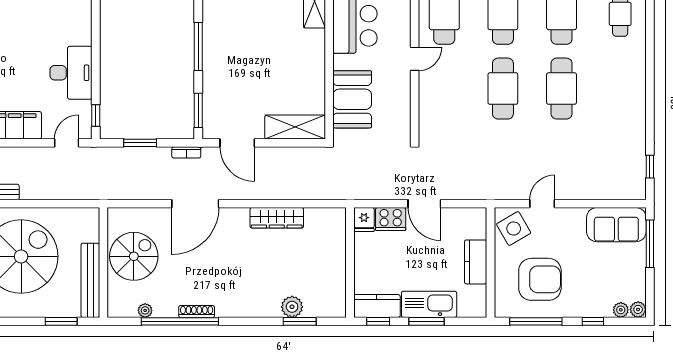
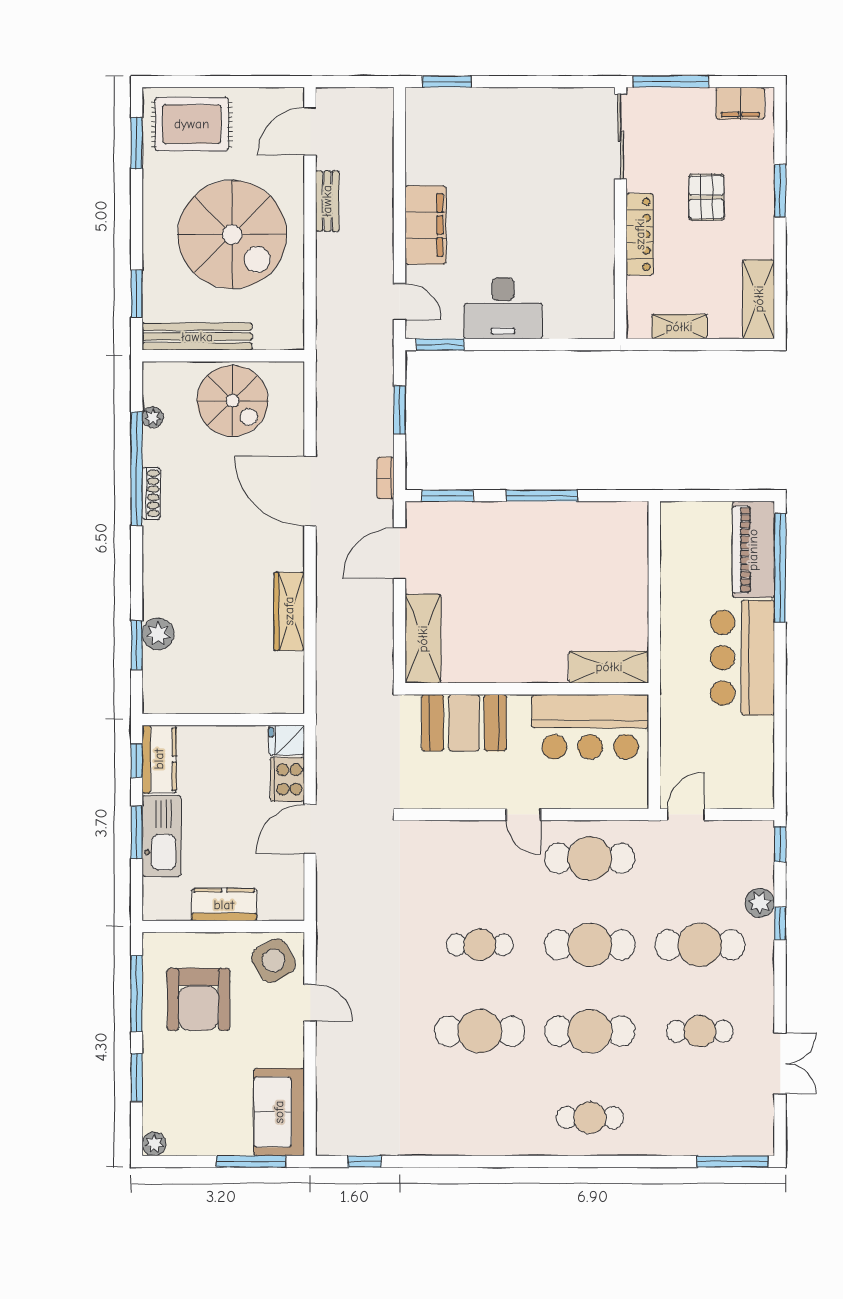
cafe table: (503, 89) -> (480, 945), width x0.73, depth x0.74
window: (96, 115) -> (440, 345), width x1.50
plant: (621, 310) -> (154, 1119), removed
window: (593, 321) -> (137, 1077), width x1.50

